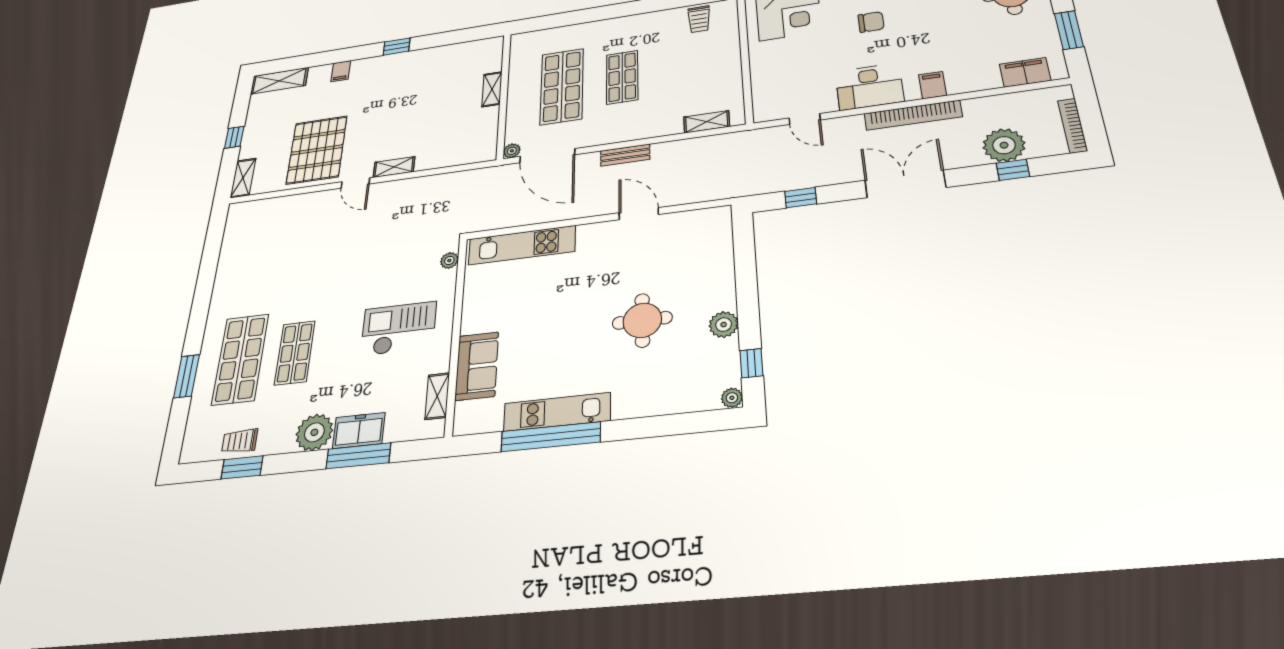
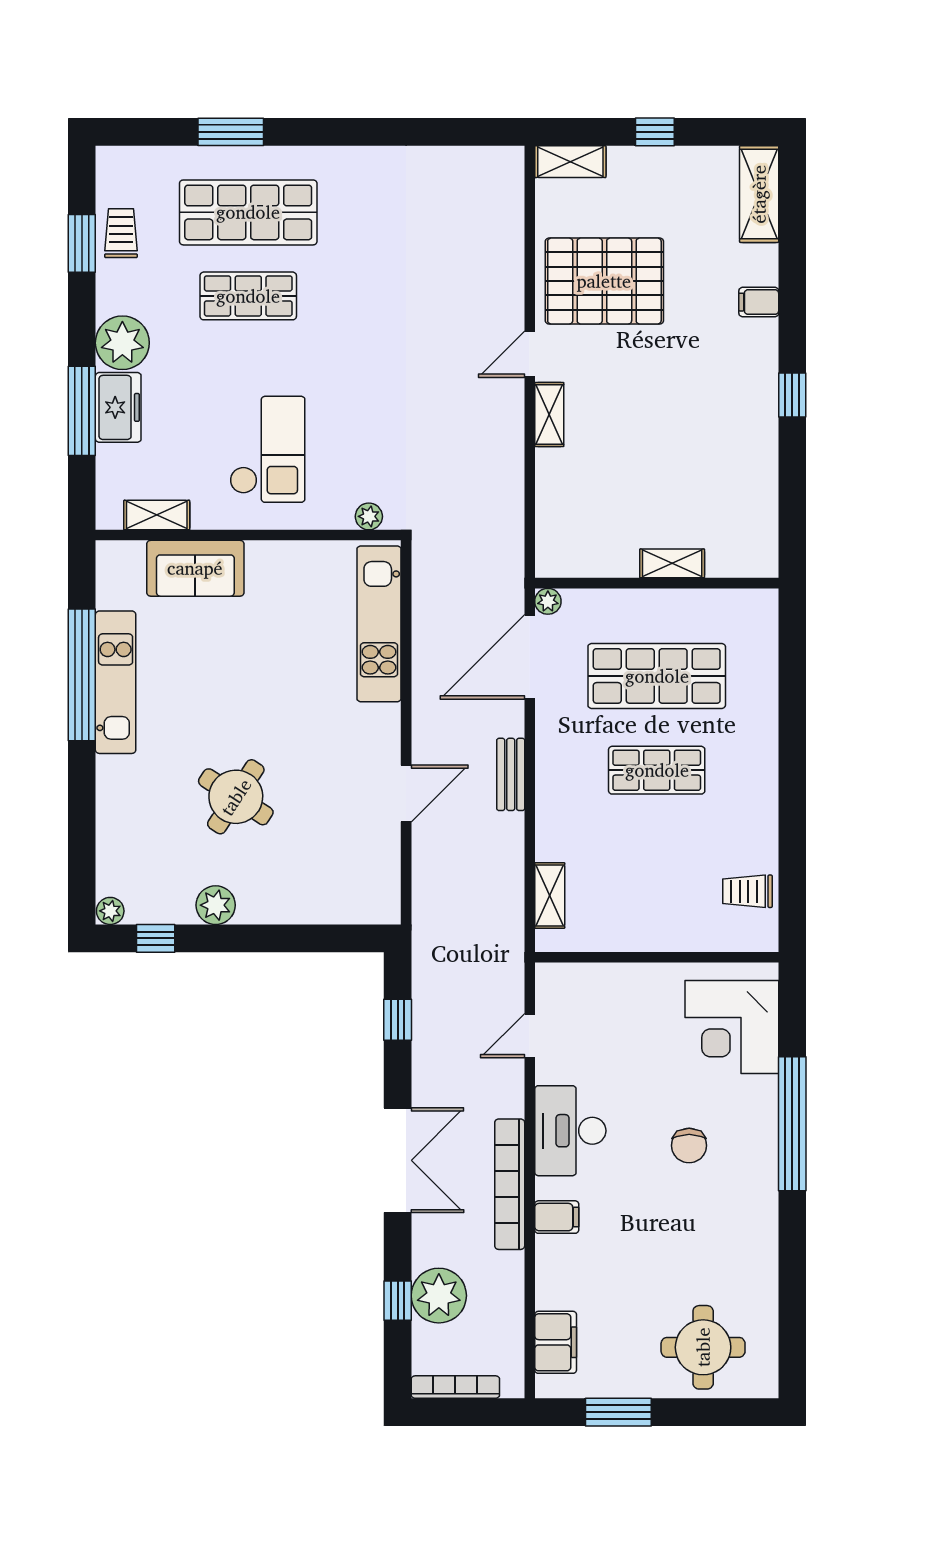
round table: (642, 320) -> (236, 797), turned 33

